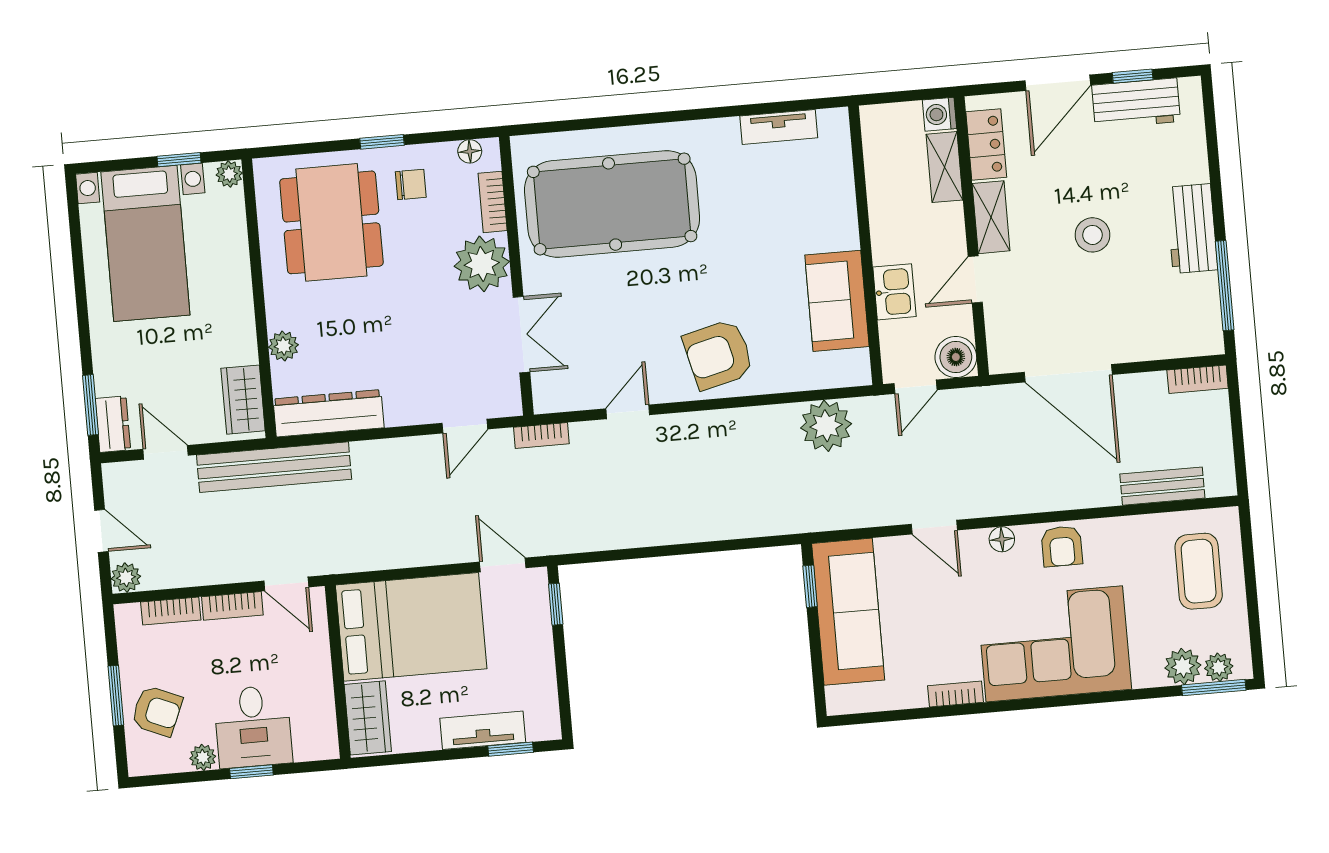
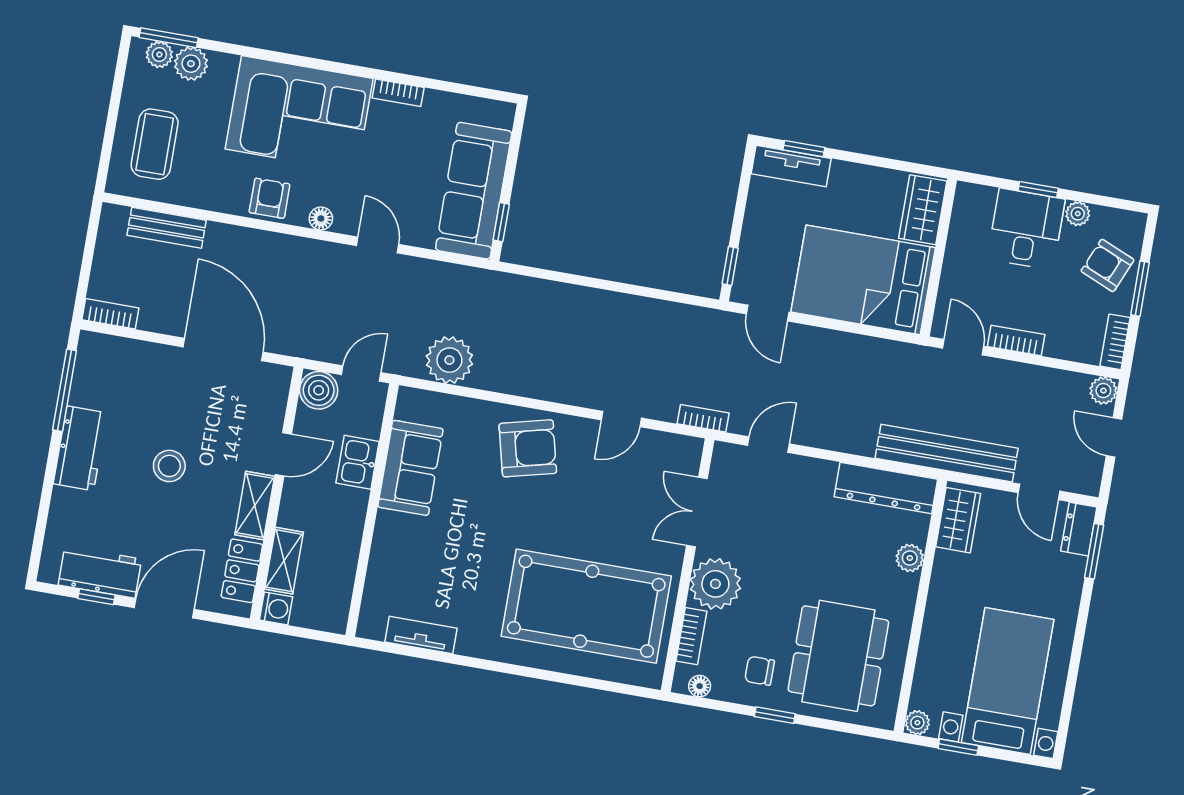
bookcase: (171, 611) -> (1115, 342), moved, turned -90
tv unit: (483, 730) -> (791, 166), moved

